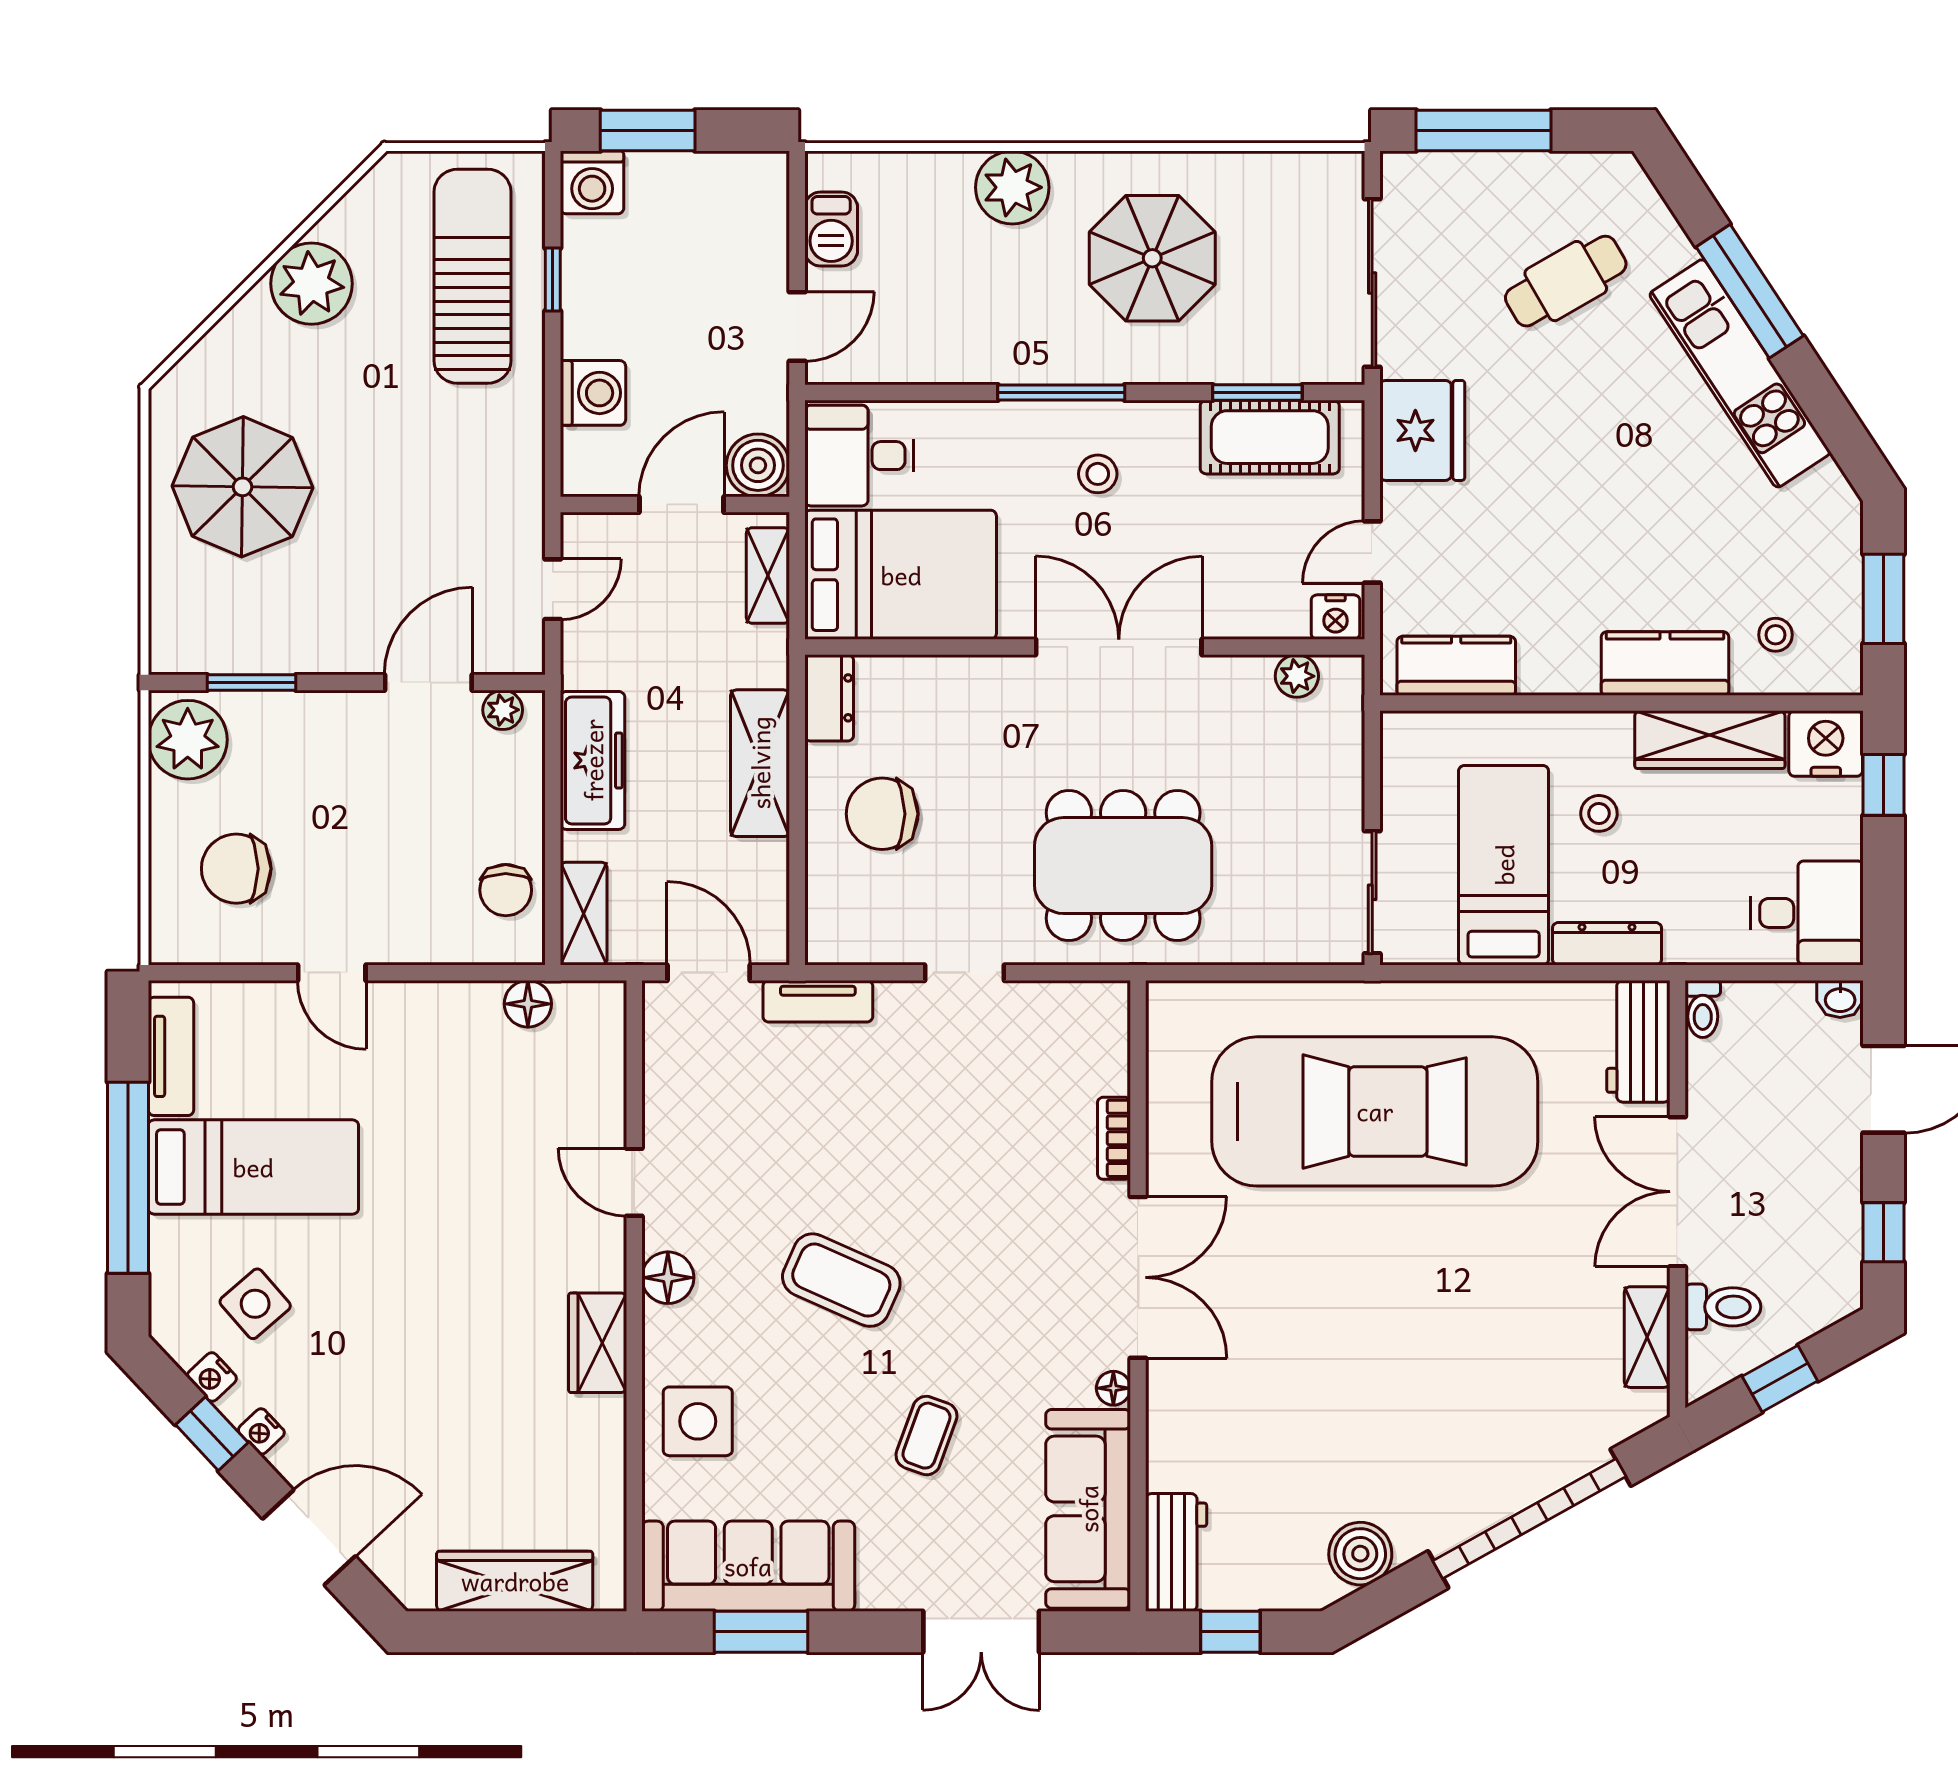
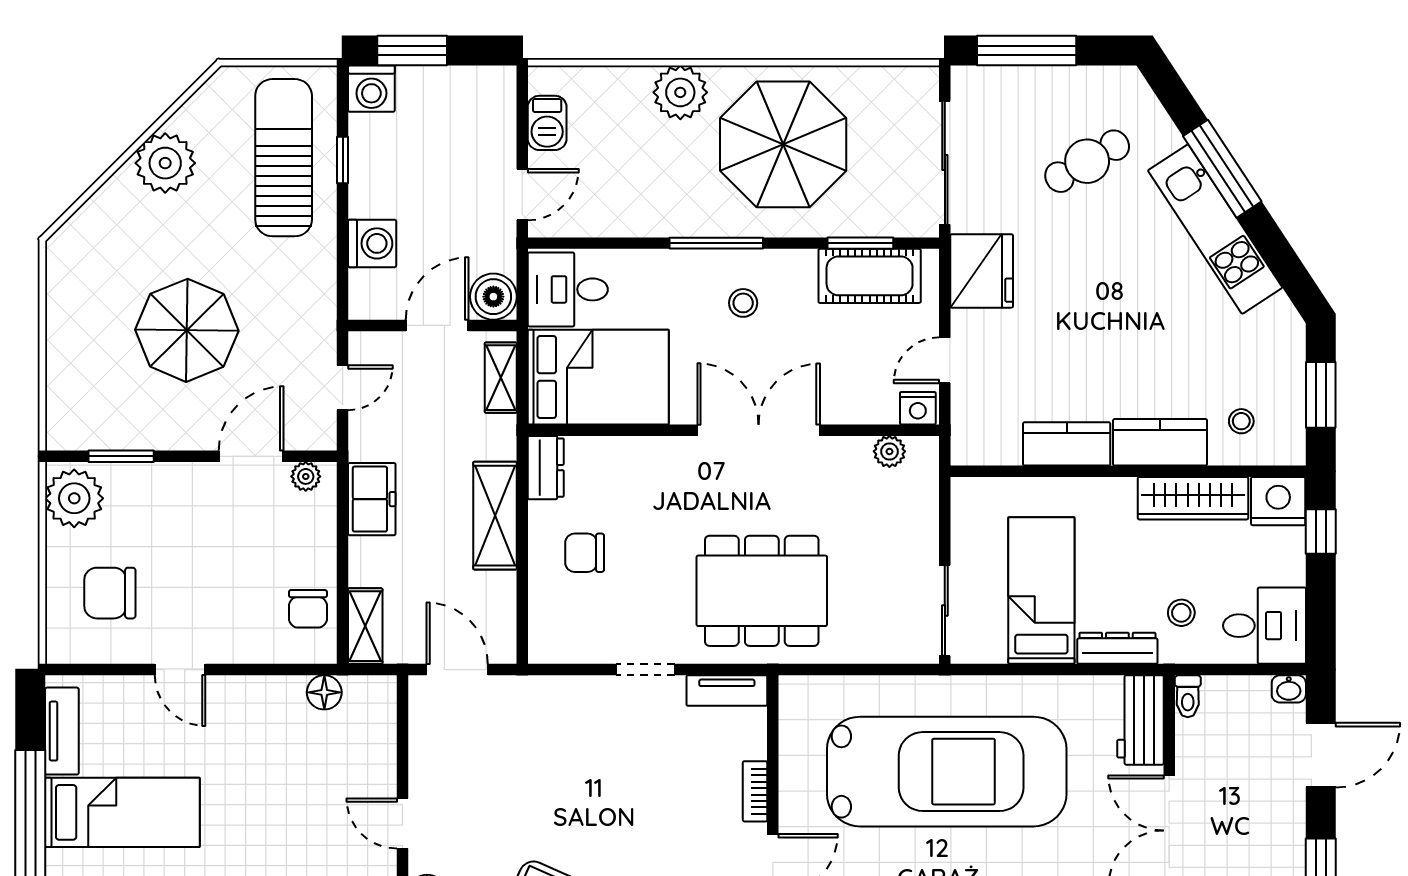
parasol: (1152, 258) -> (783, 144), width x1.36, depth x1.36
parasol: (242, 487) -> (187, 330), moved
kitchen counter: (1456, 666) -> (1067, 444), moved
freezer: (593, 760) -> (372, 499), width x0.71
stool: (1599, 813) -> (1181, 613), moved
chair: (882, 814) -> (585, 553), width x0.73, depth x0.73
tv unit: (818, 1001) -> (727, 691), moved

